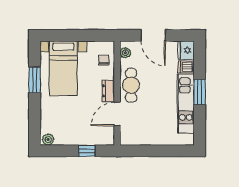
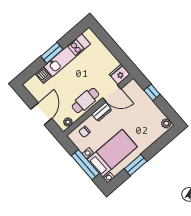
window: (74, 35) -> (85, 165), added
fridge: (186, 50) -> (120, 74), moved, turned 180

